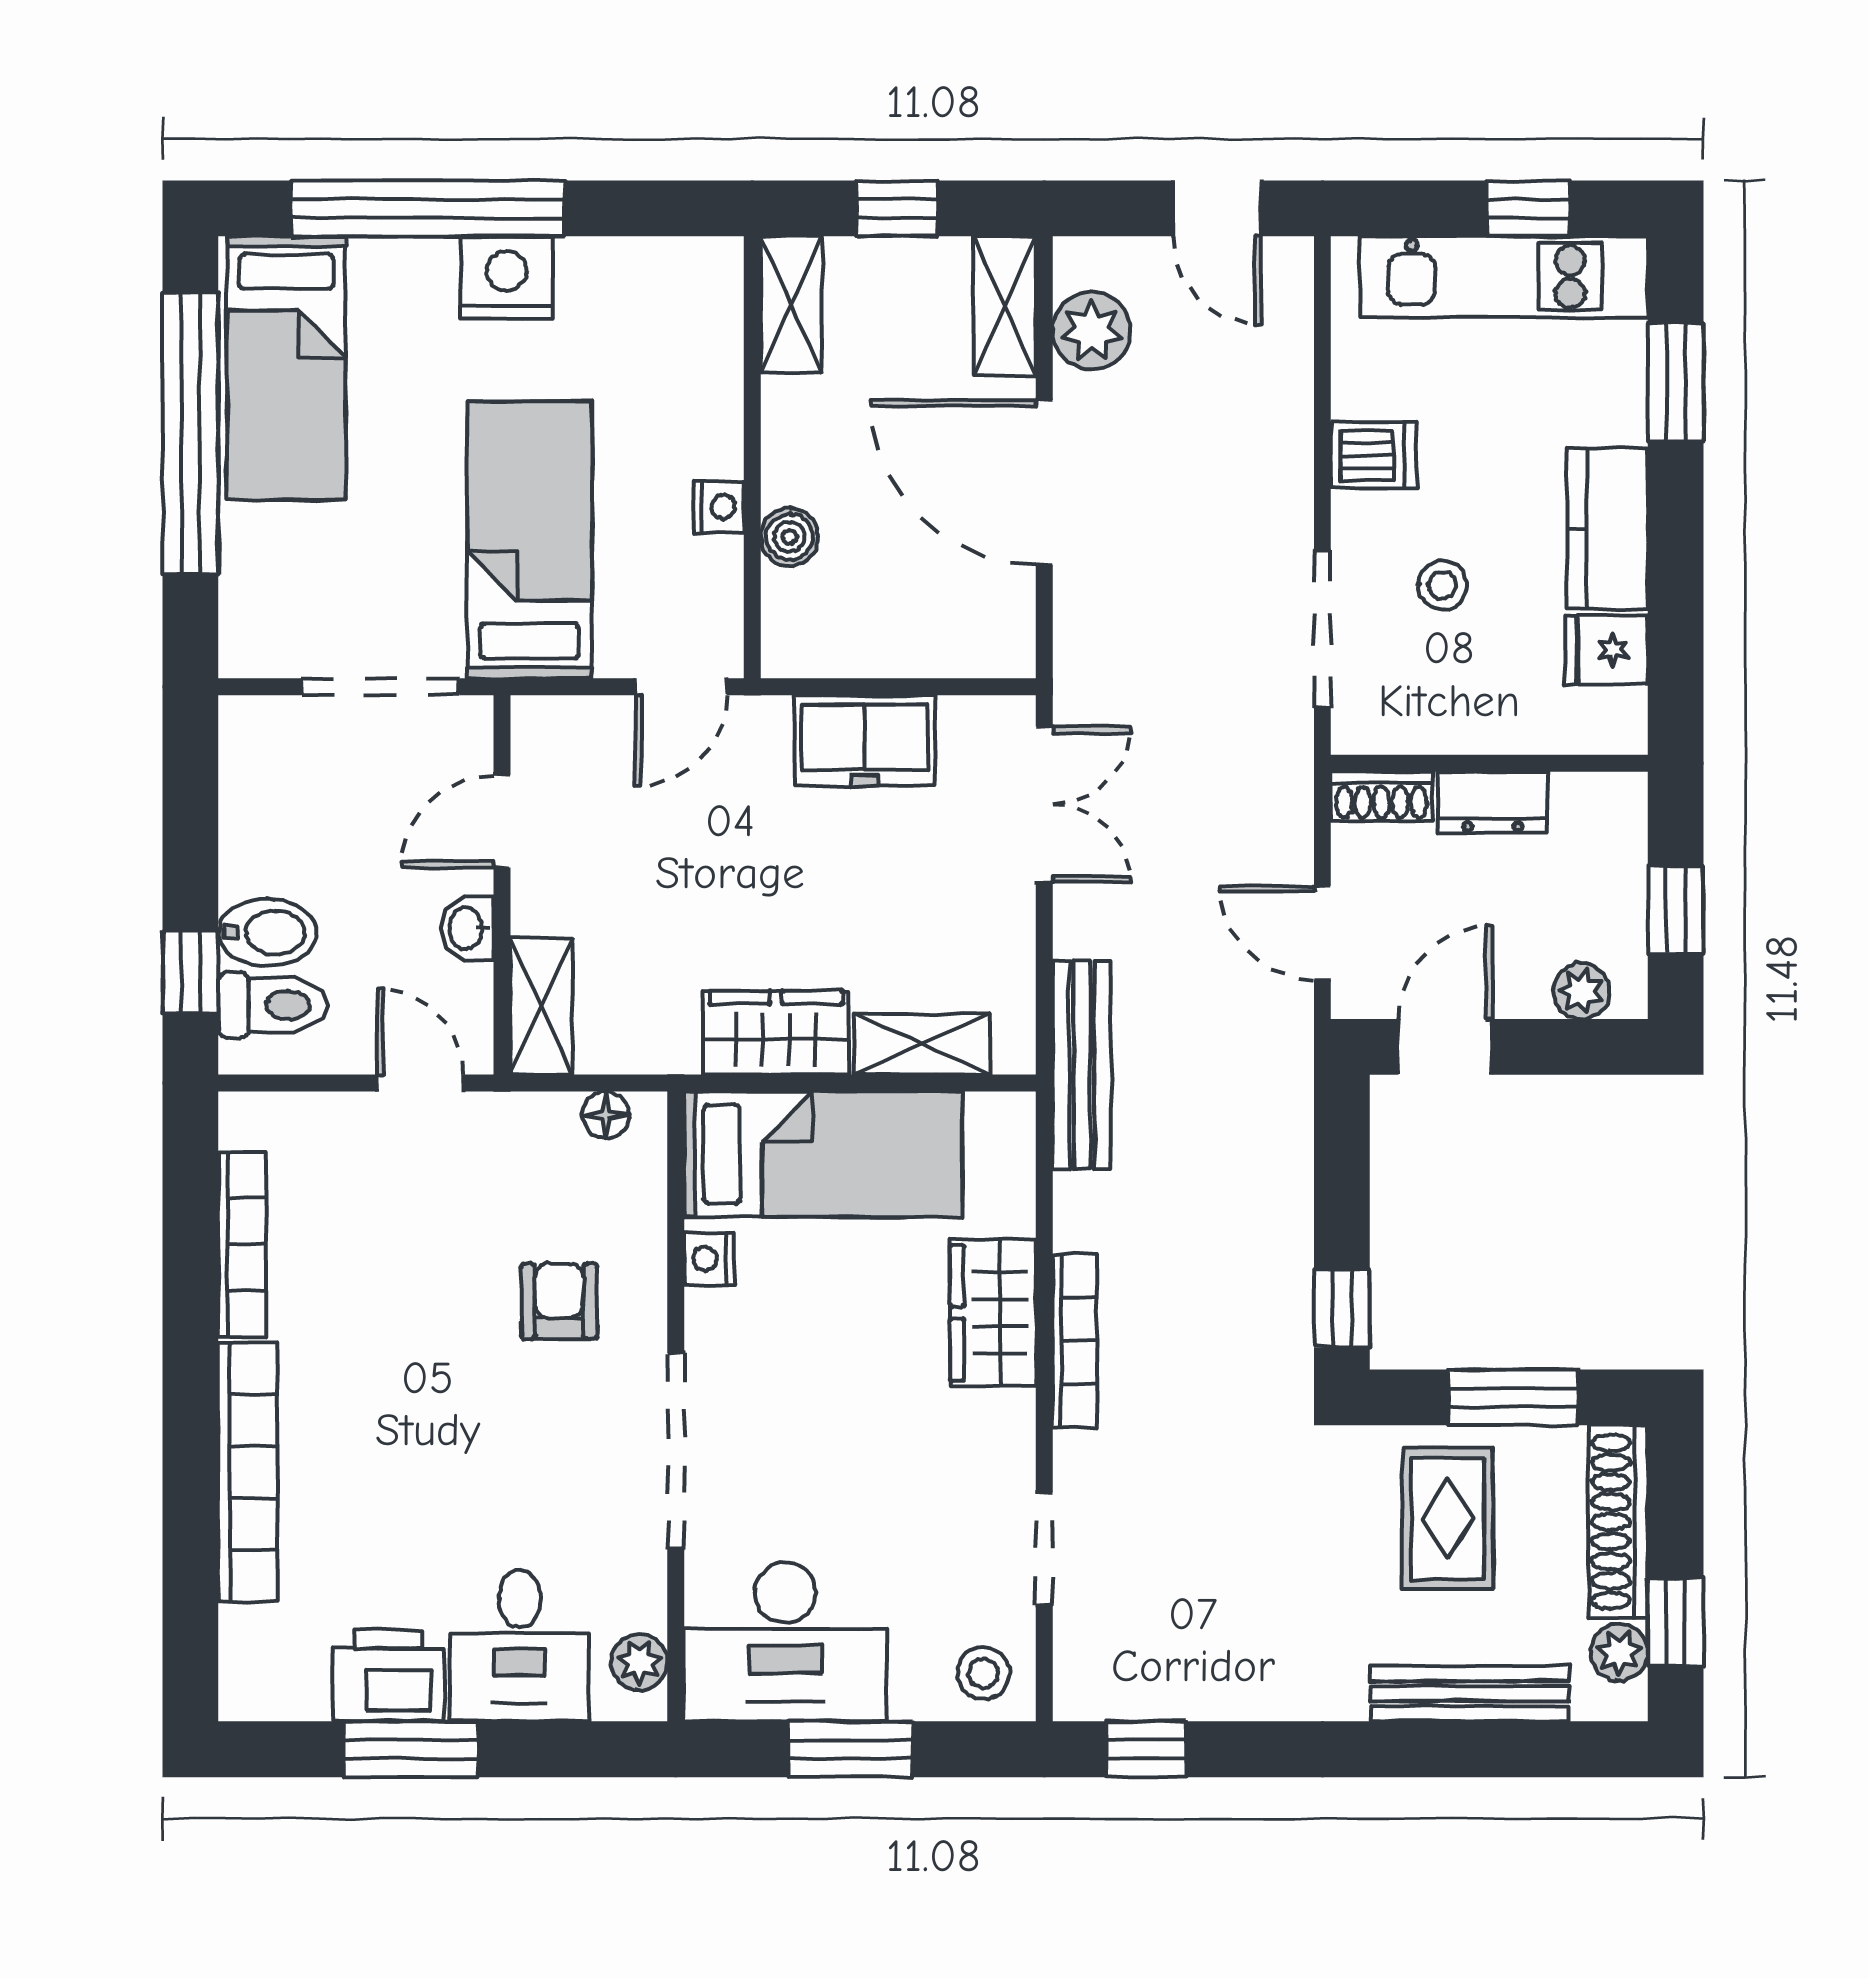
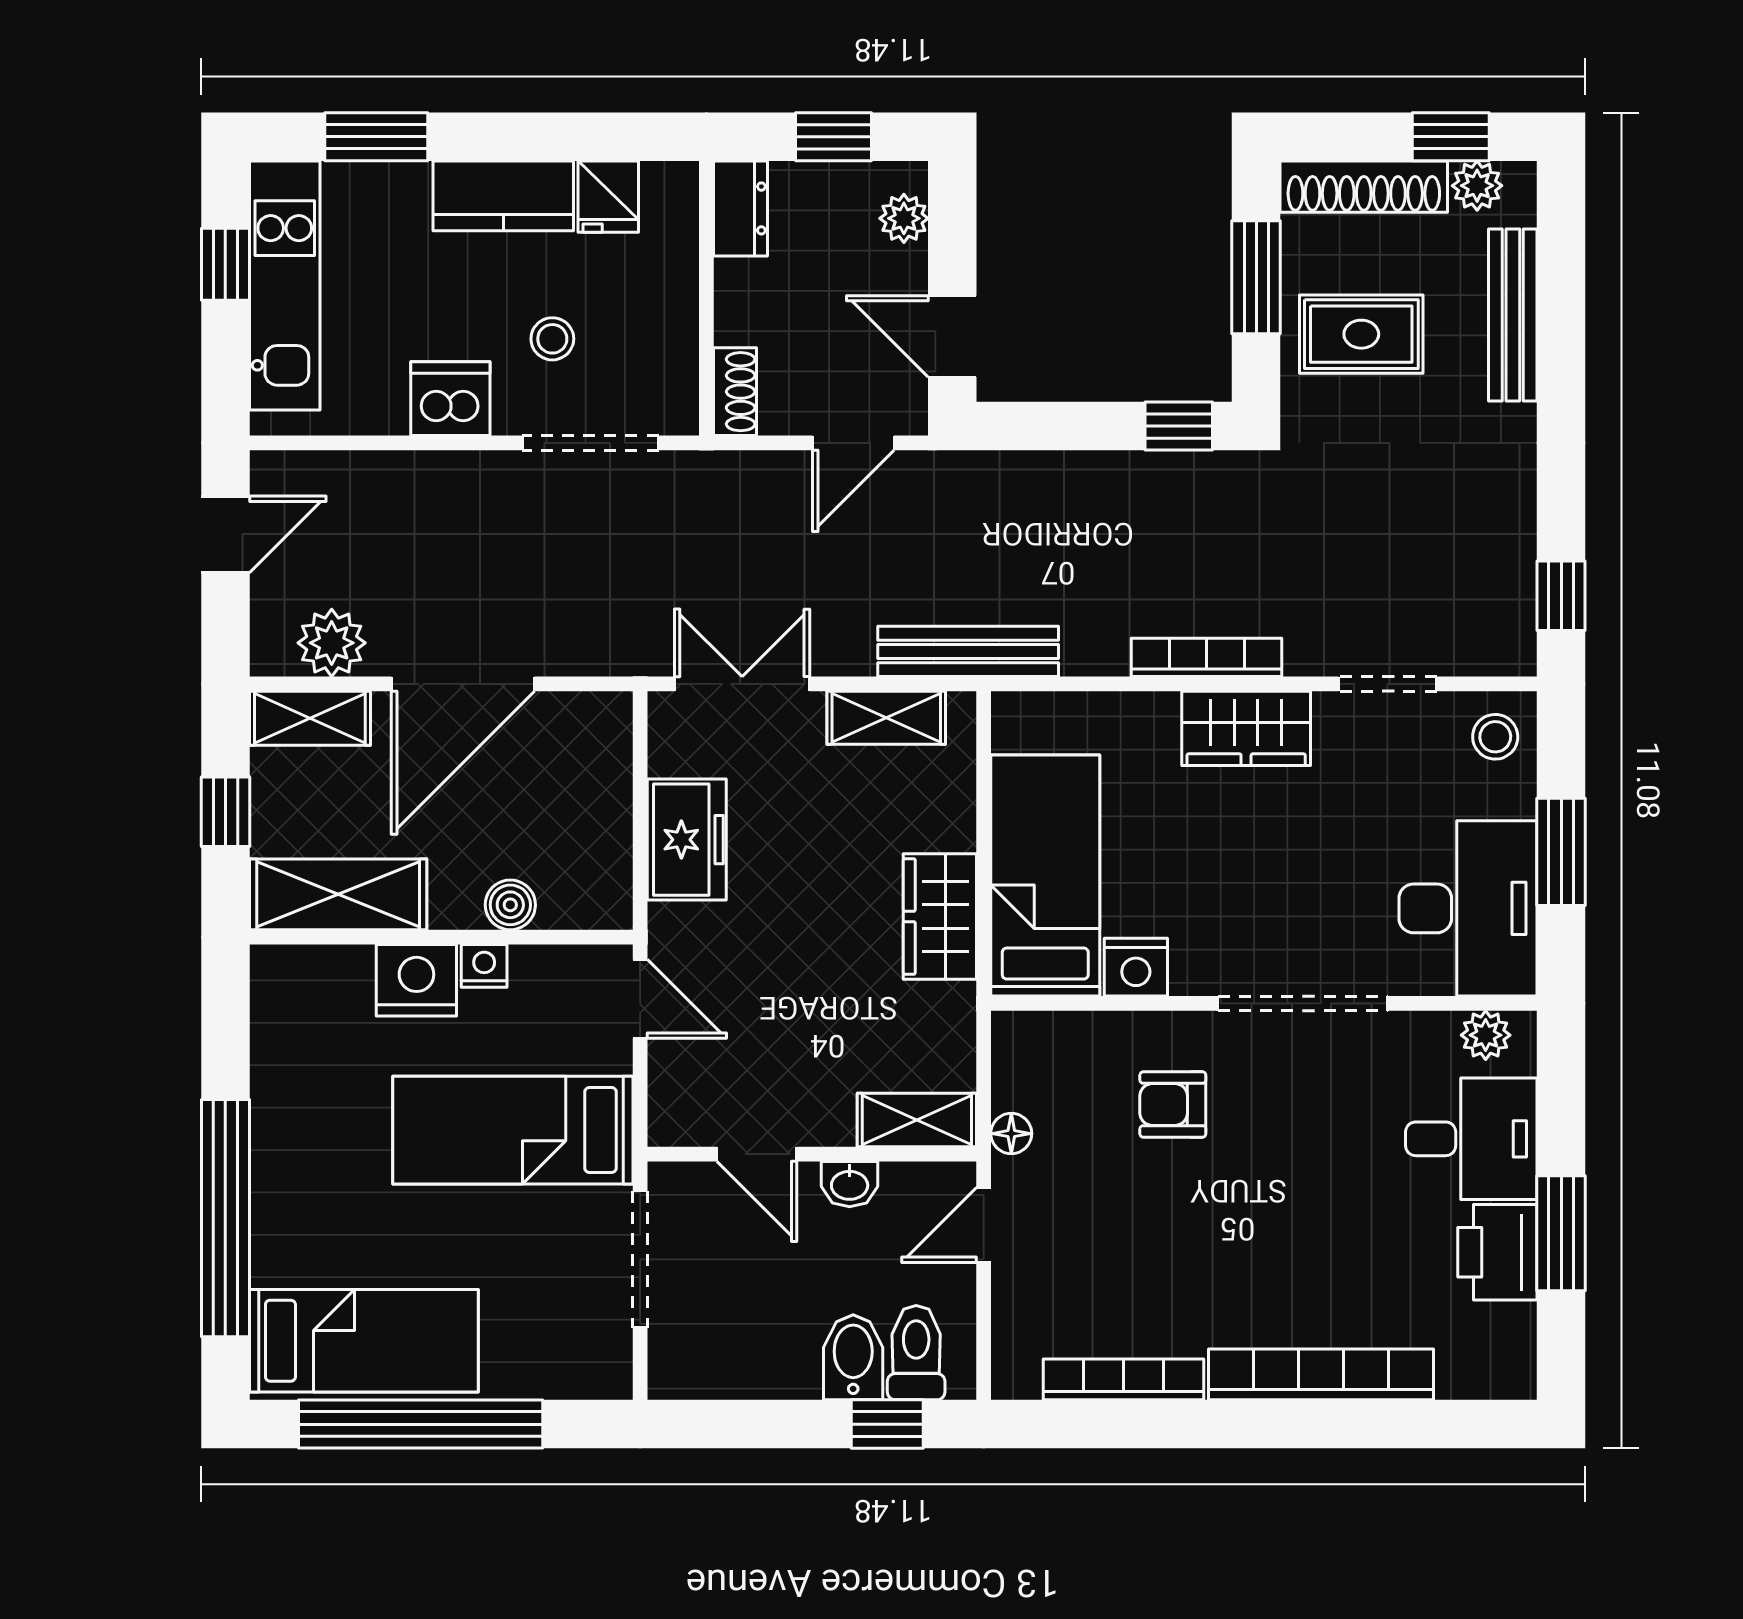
nightstand: (507, 278) -> (416, 980), moved, turned 90
shelving: (791, 304) -> (338, 894), width x1.50, depth x1.33
dishwasher: (1373, 455) -> (450, 399), width x1.38
dresser: (1493, 803) -> (740, 208), moved
shelving: (922, 1044) -> (886, 718), moved, turned 90
floor lamp: (606, 1115) -> (1011, 1134), moved
nightstand: (709, 1259) -> (1136, 967), width x1.39, depth x1.35
wardrobe: (993, 1313) -> (1246, 728), moved

